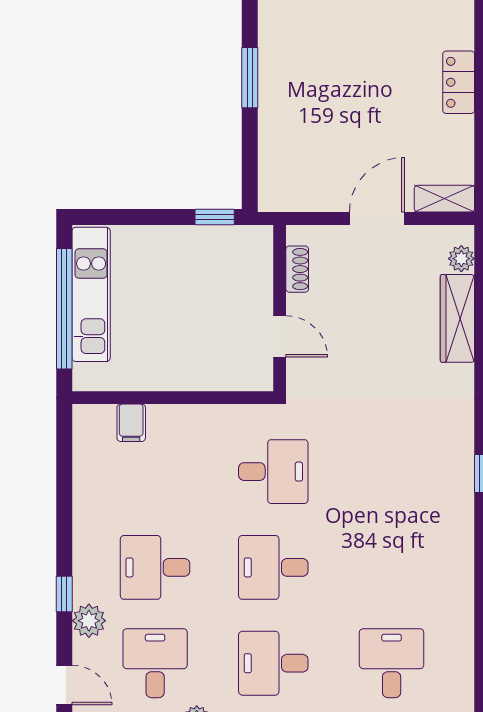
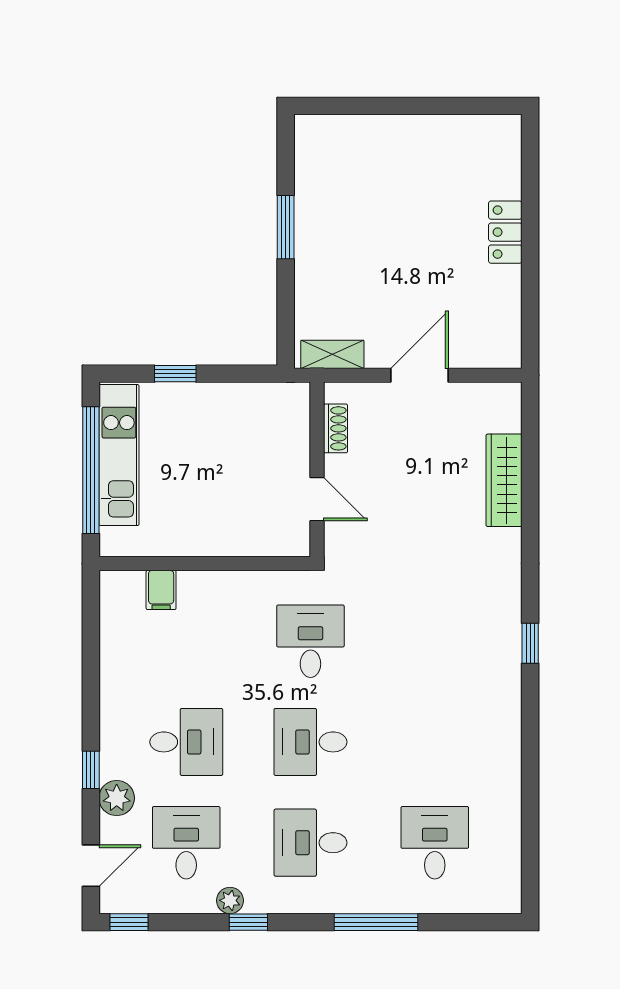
shelving: (444, 199) -> (332, 354), moved
window: (215, 217) -> (175, 374), moved
plant: (461, 259) -> (508, 417), removed
desk: (273, 472) -> (310, 641), turned -90
desk: (155, 567) -> (186, 742), turned 180
door: (64, 685) -> (91, 866), hinge flipped

